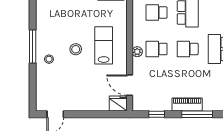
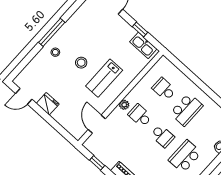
lab bench: (104, 45) -> (104, 78), turned 180
school desk: (188, 49) -> (162, 136), turned 180
fridge: (118, 104) -> (48, 104), moved

